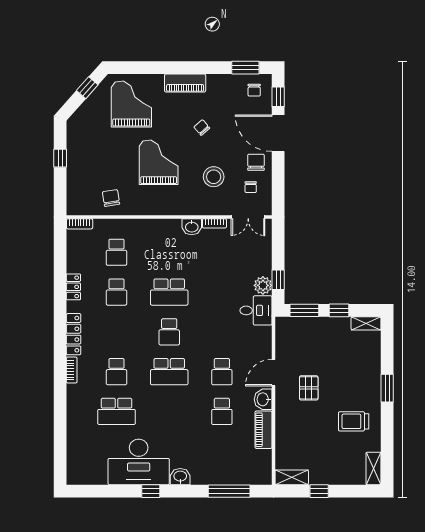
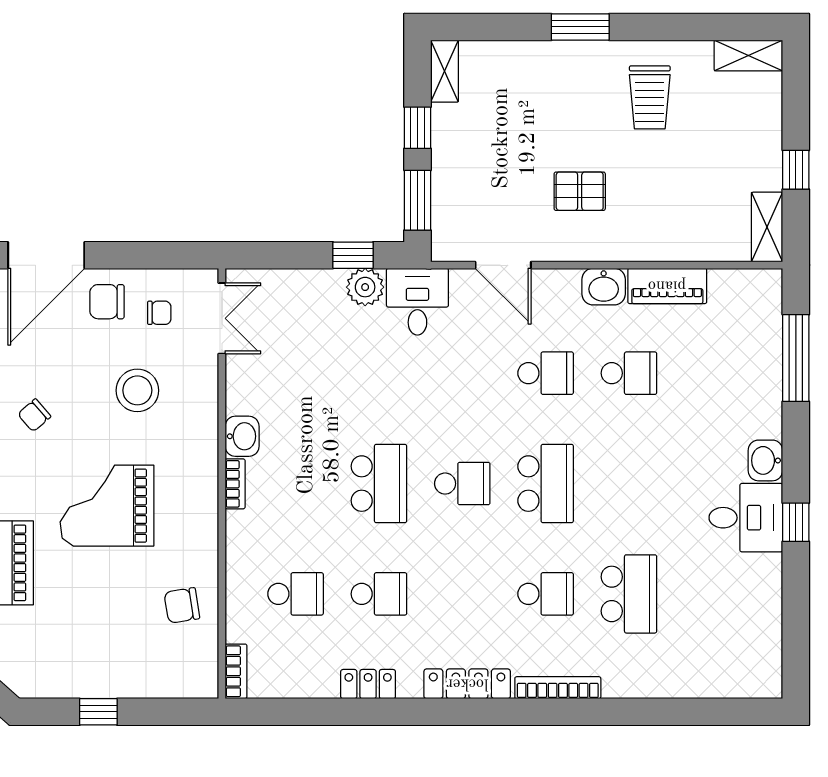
bookcase: (214, 223) -> (235, 484), moved
bookcase: (72, 370) -> (558, 688), width x1.56
door: (273, 373) -> (503, 265), moved
desk: (139, 462) -> (746, 518), width x0.53, depth x0.77

